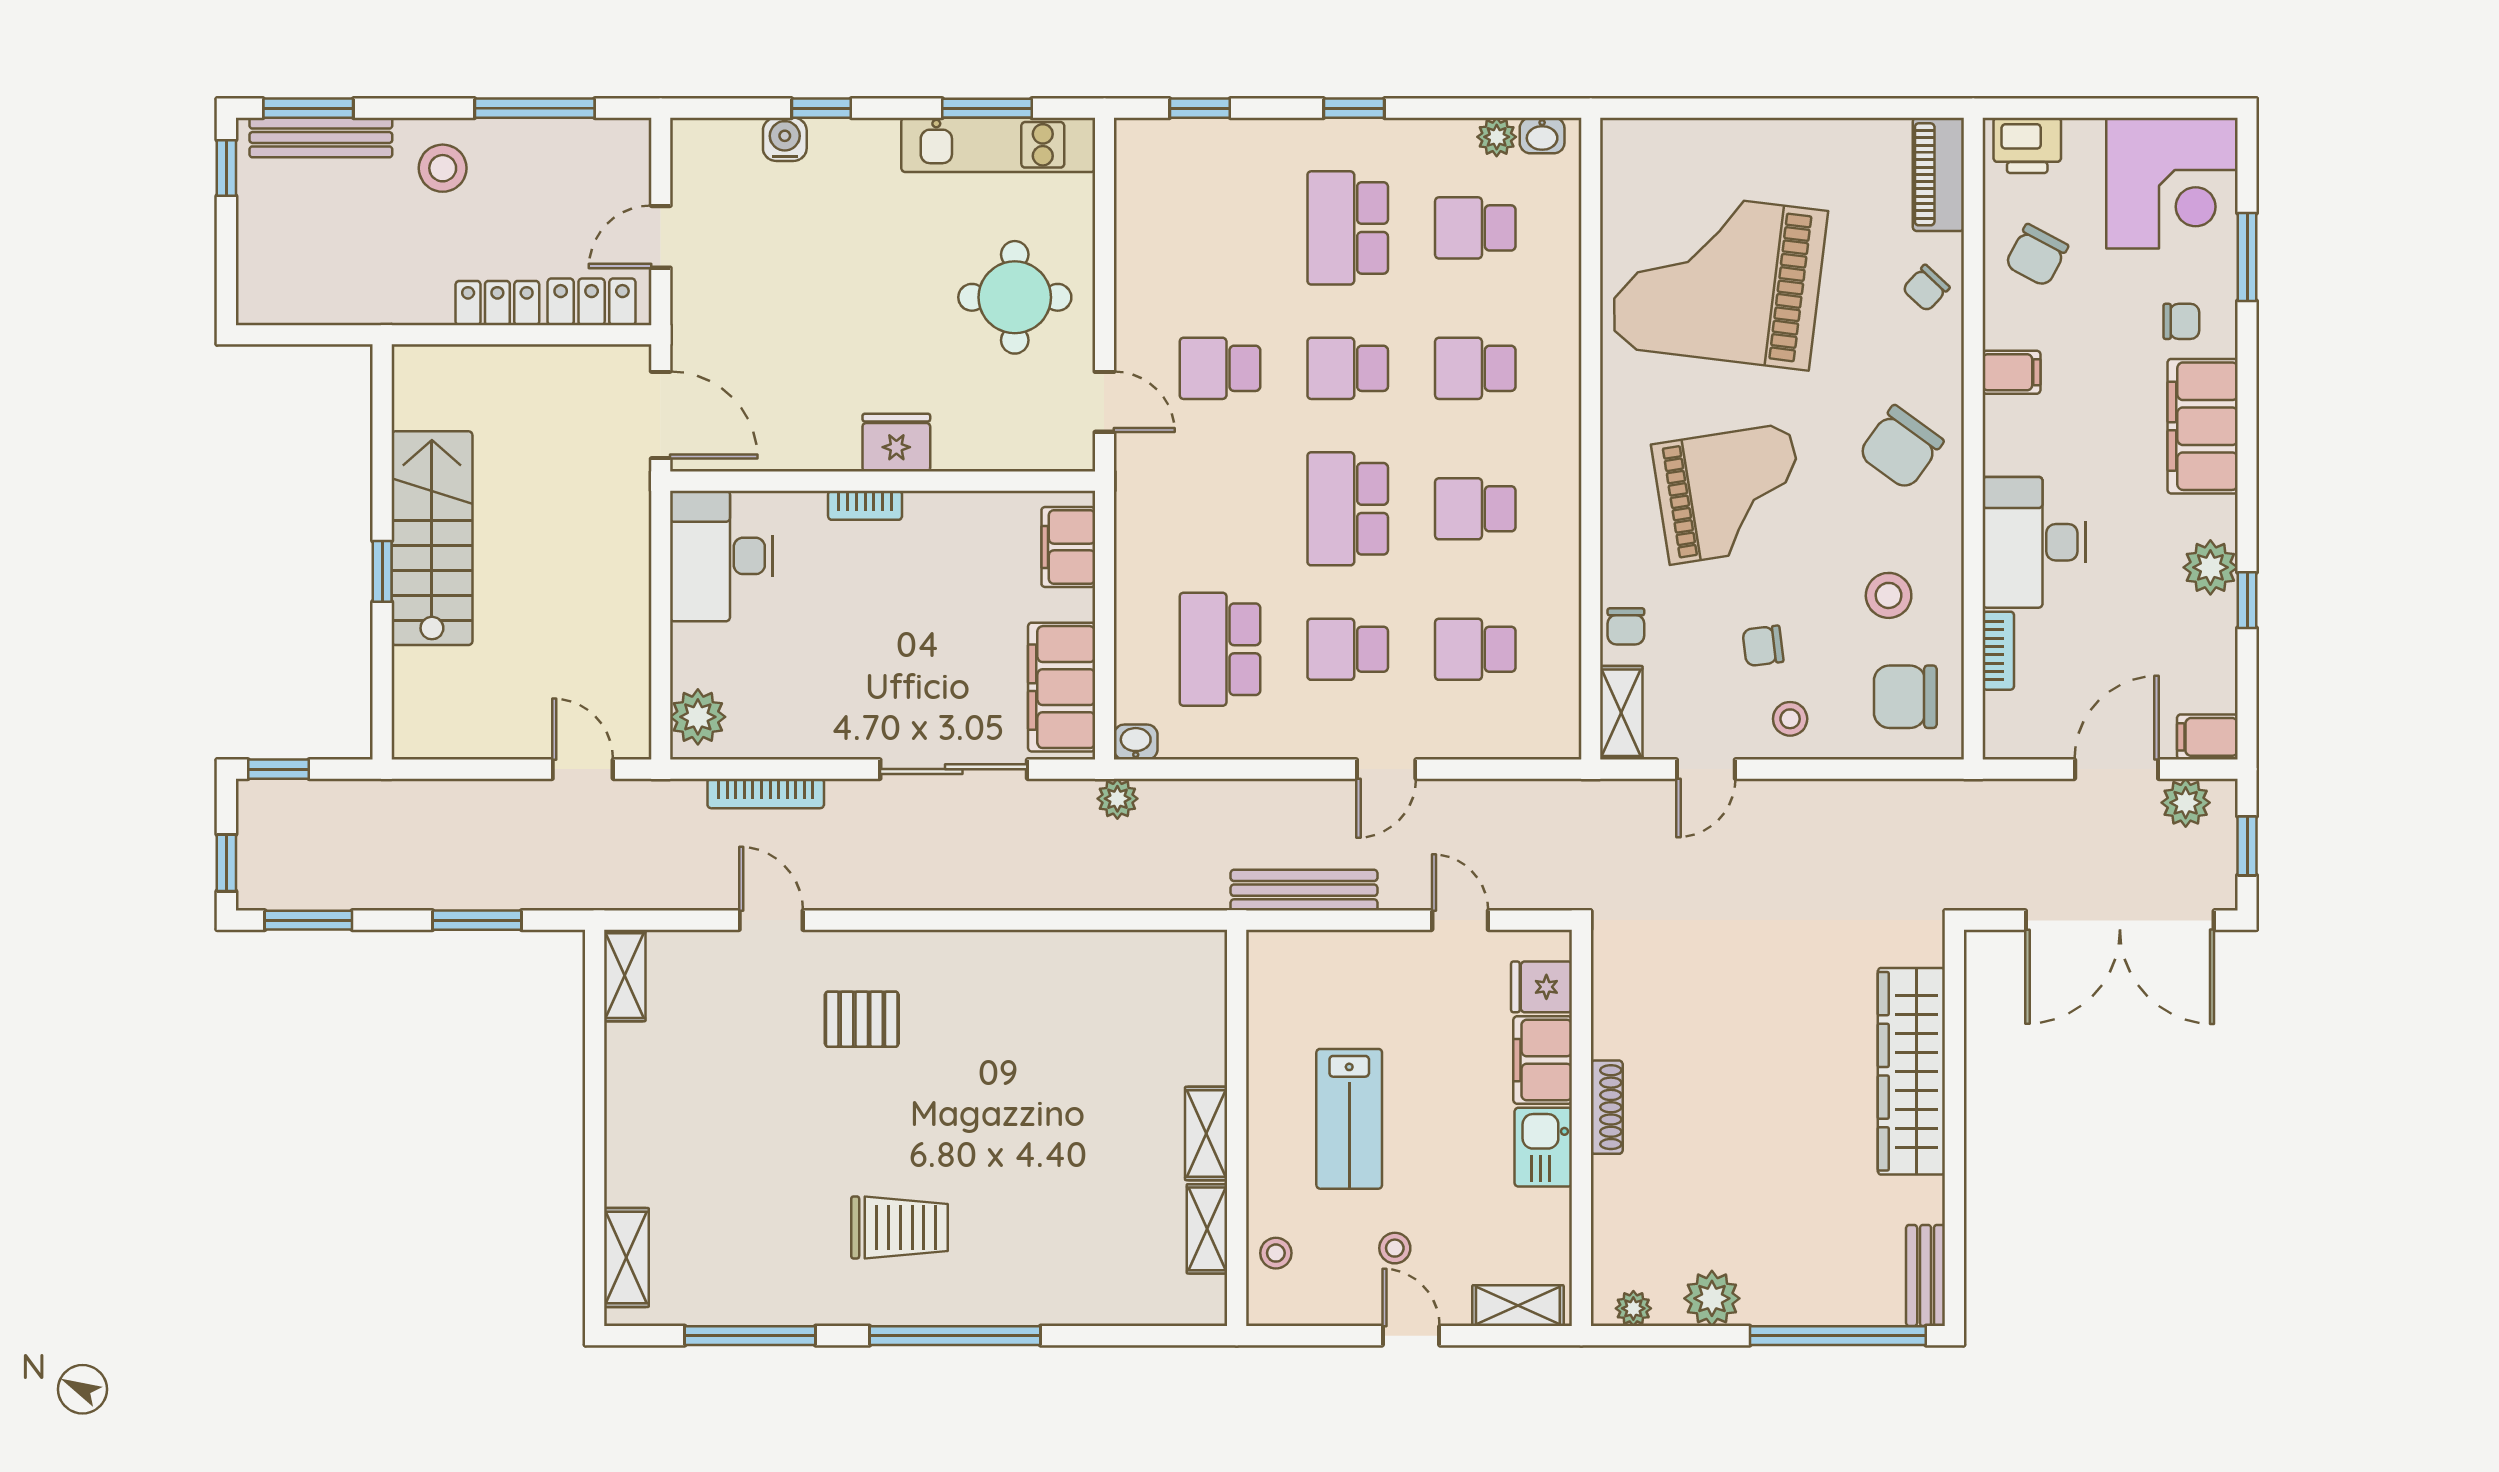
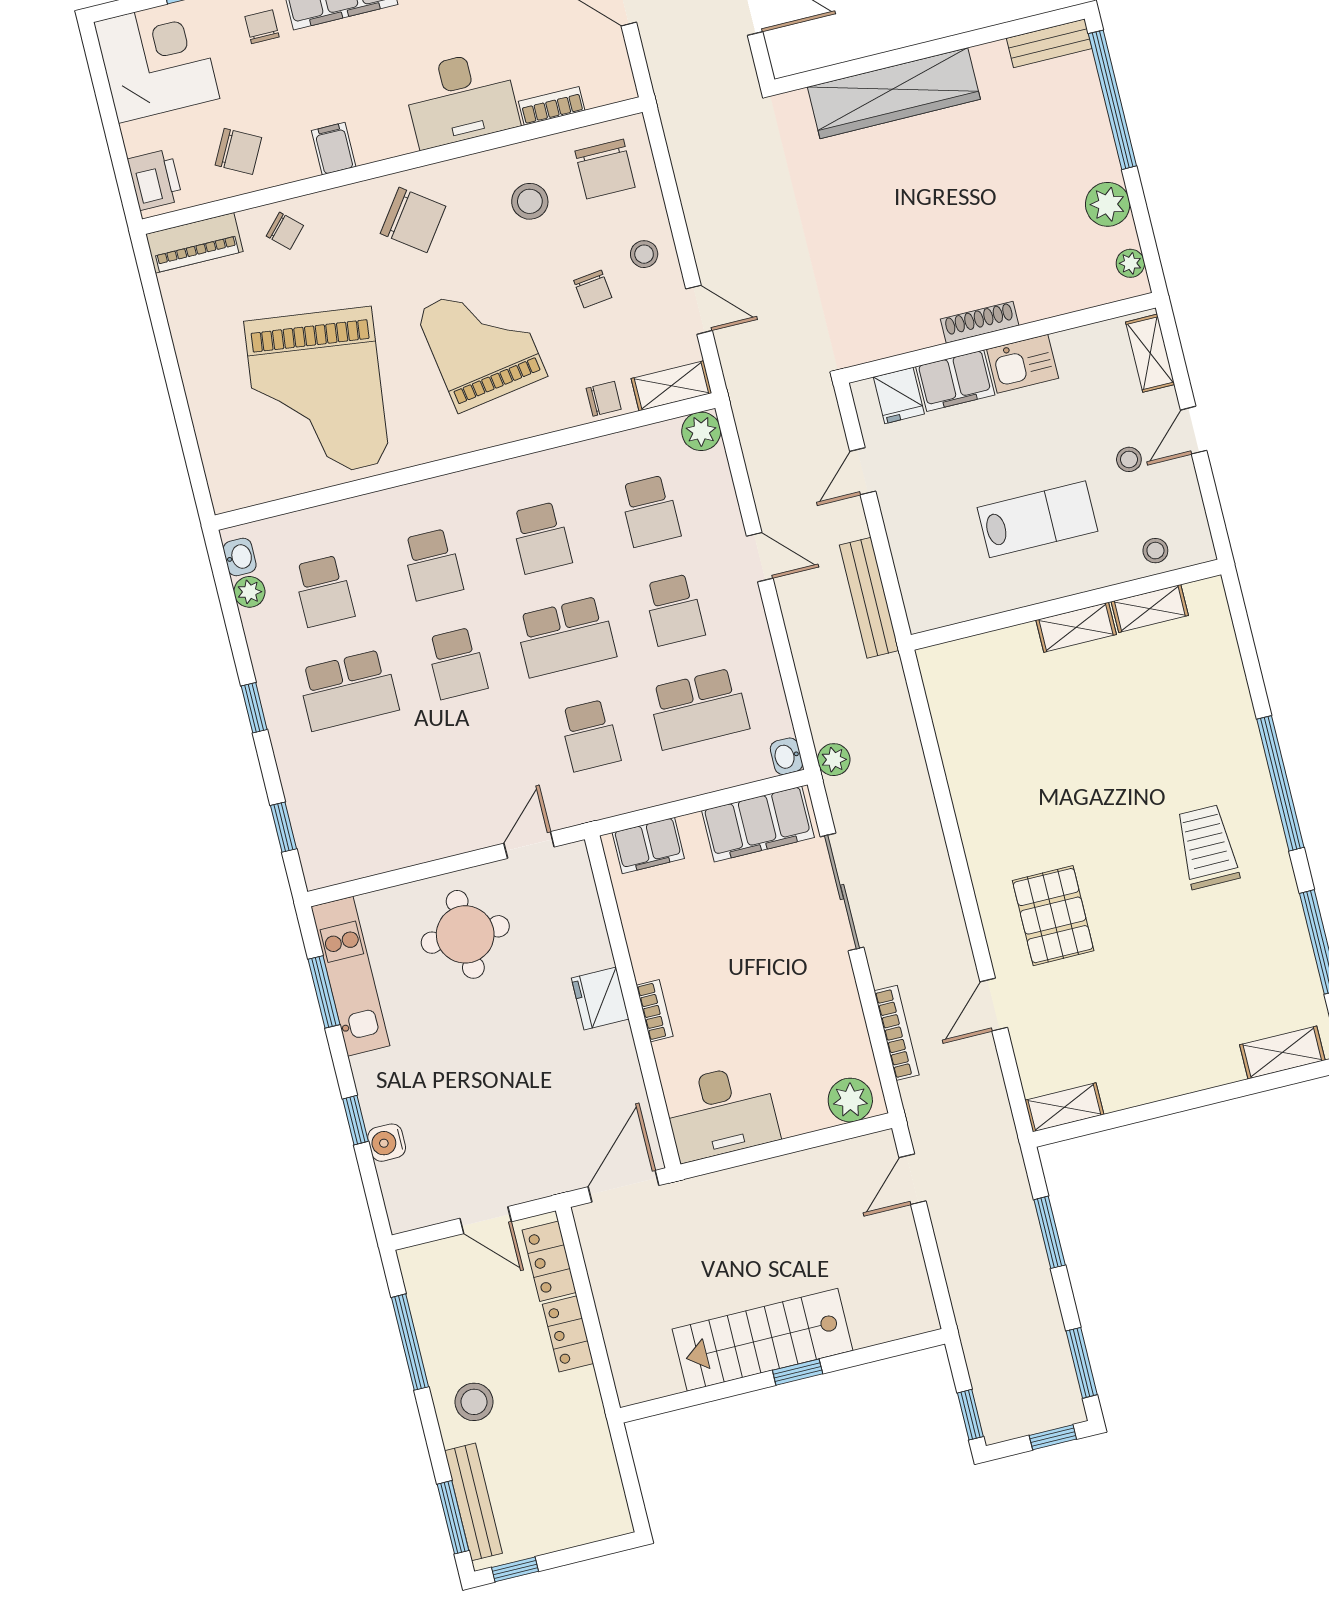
school desk: (1220, 368) -> (590, 735), moved
plant: (1557, 735) -> (701, 431), added
pallet: (862, 1019) -> (1053, 916), width x1.50, depth x1.42

